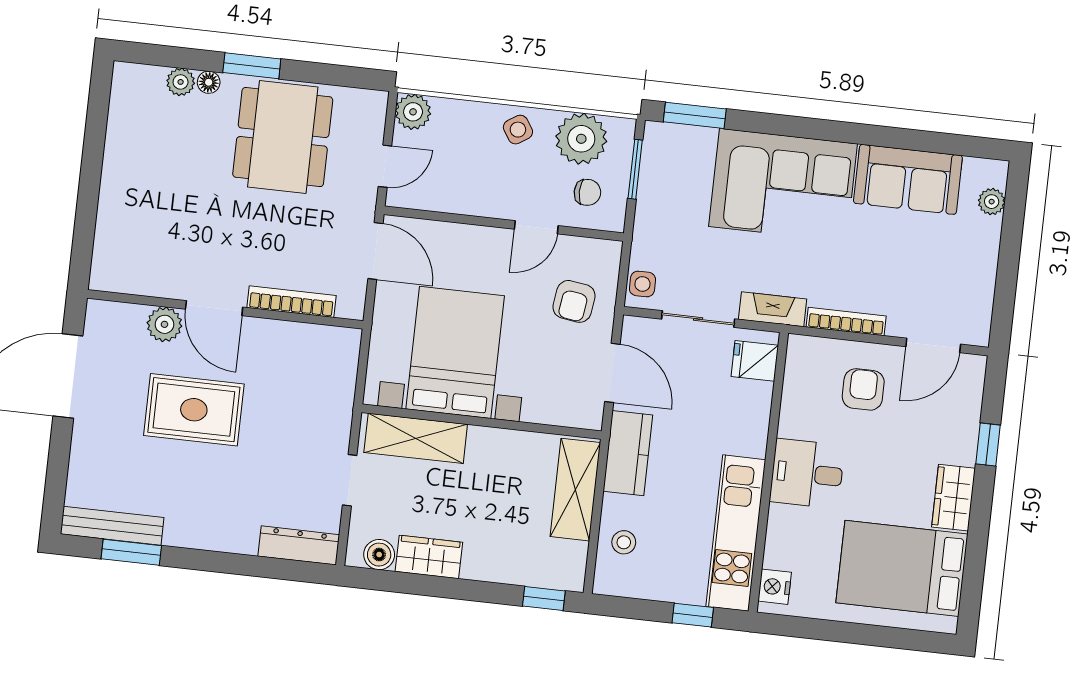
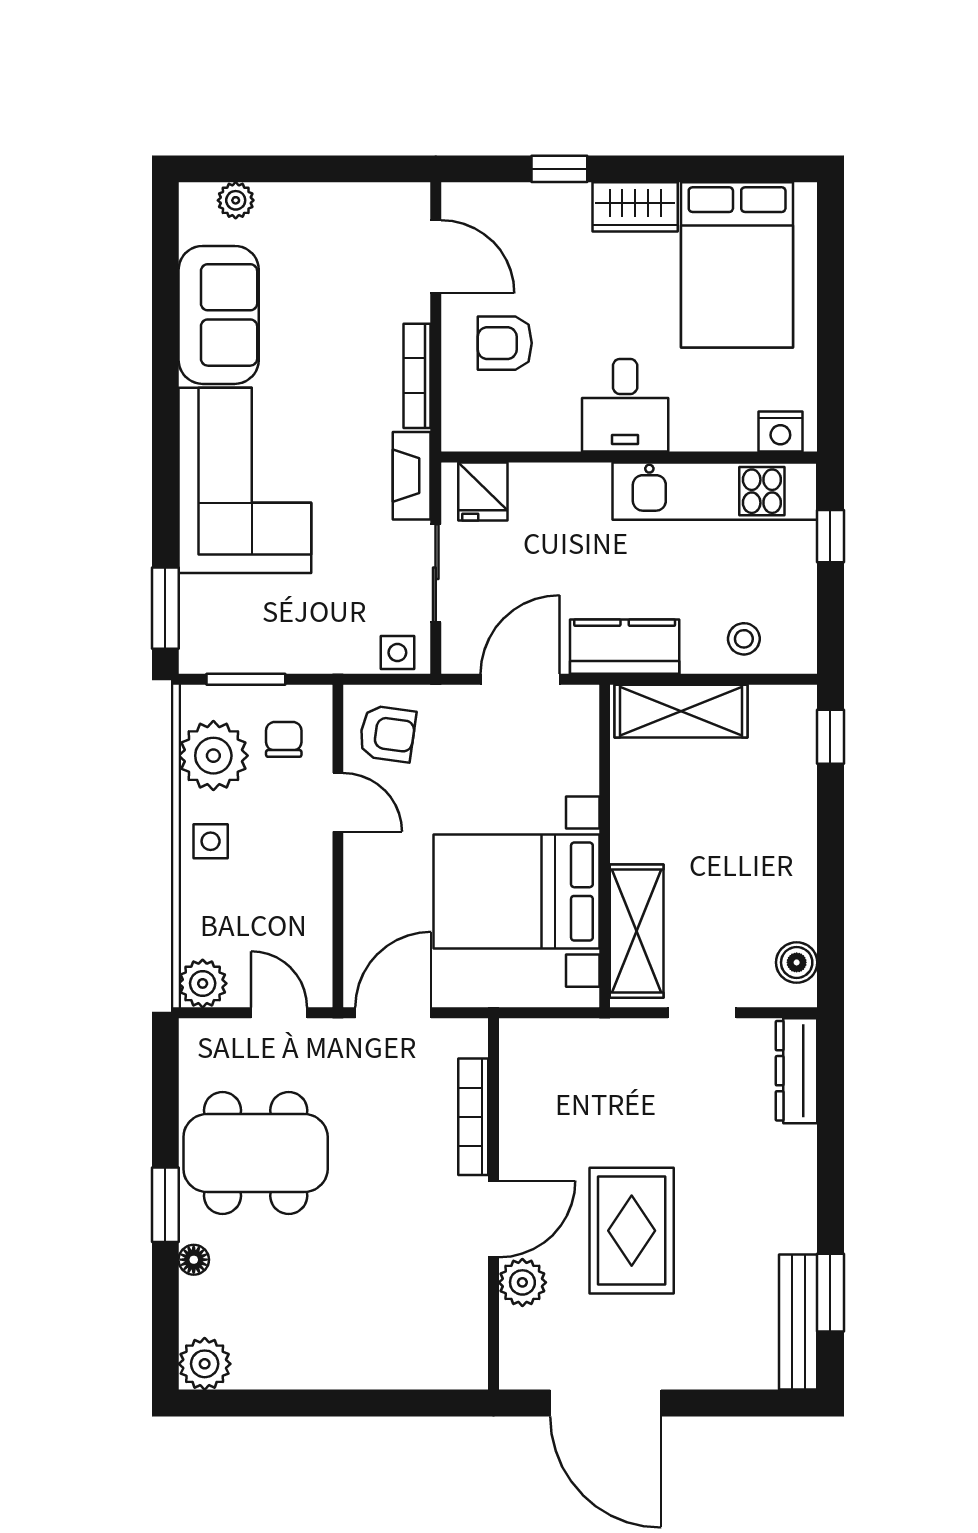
plant: (181, 82) -> (205, 1364), moved, width x1.38, depth x1.38
side table: (518, 130) -> (211, 841), turned 33
armchair: (574, 301) -> (387, 734), moved
wardrobe: (429, 557) -> (792, 896), removed

